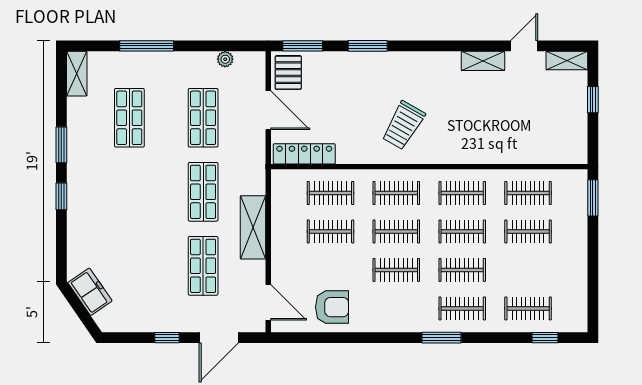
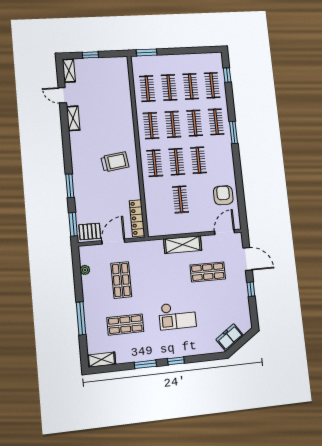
shop shelf: (203, 118) -> (121, 280), turned 90
trolley: (403, 125) -> (115, 162), turned -38
shop shelf: (203, 192) -> (165, 276), removed
clothes rail: (330, 193) -> (191, 86), moved
checkout: (135, 206) -> (177, 316), added

